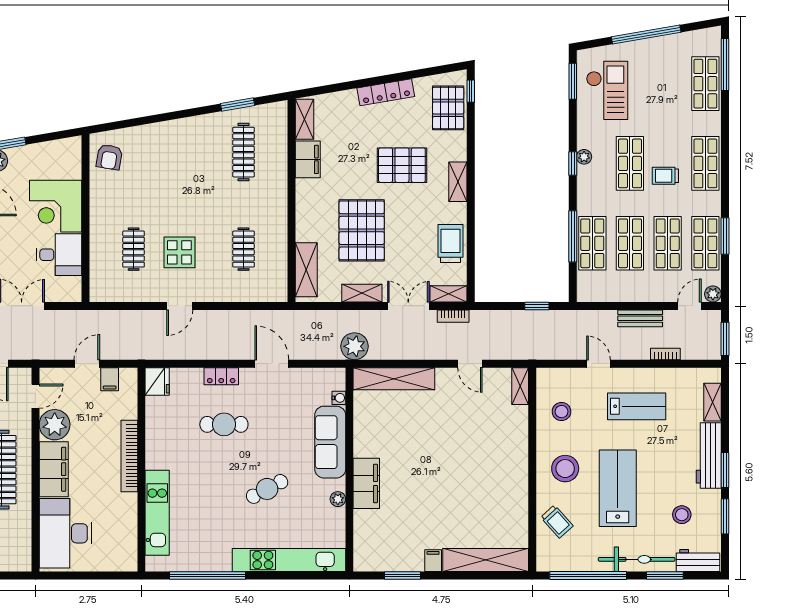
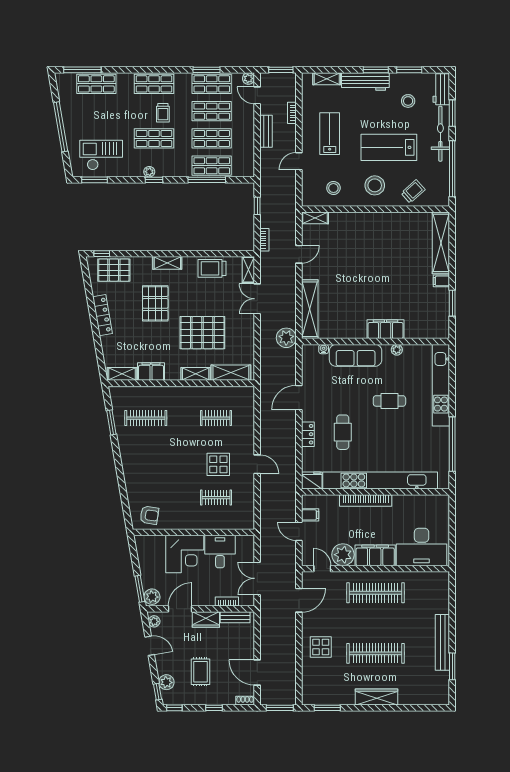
shelving: (362, 293) -> (196, 374), moved, turned 90
bookcase: (453, 316) -> (264, 240), moved
cafe table: (267, 489) -> (389, 401), turned -62
kitchen unit: (157, 513) -> (380, 480), width x1.86

